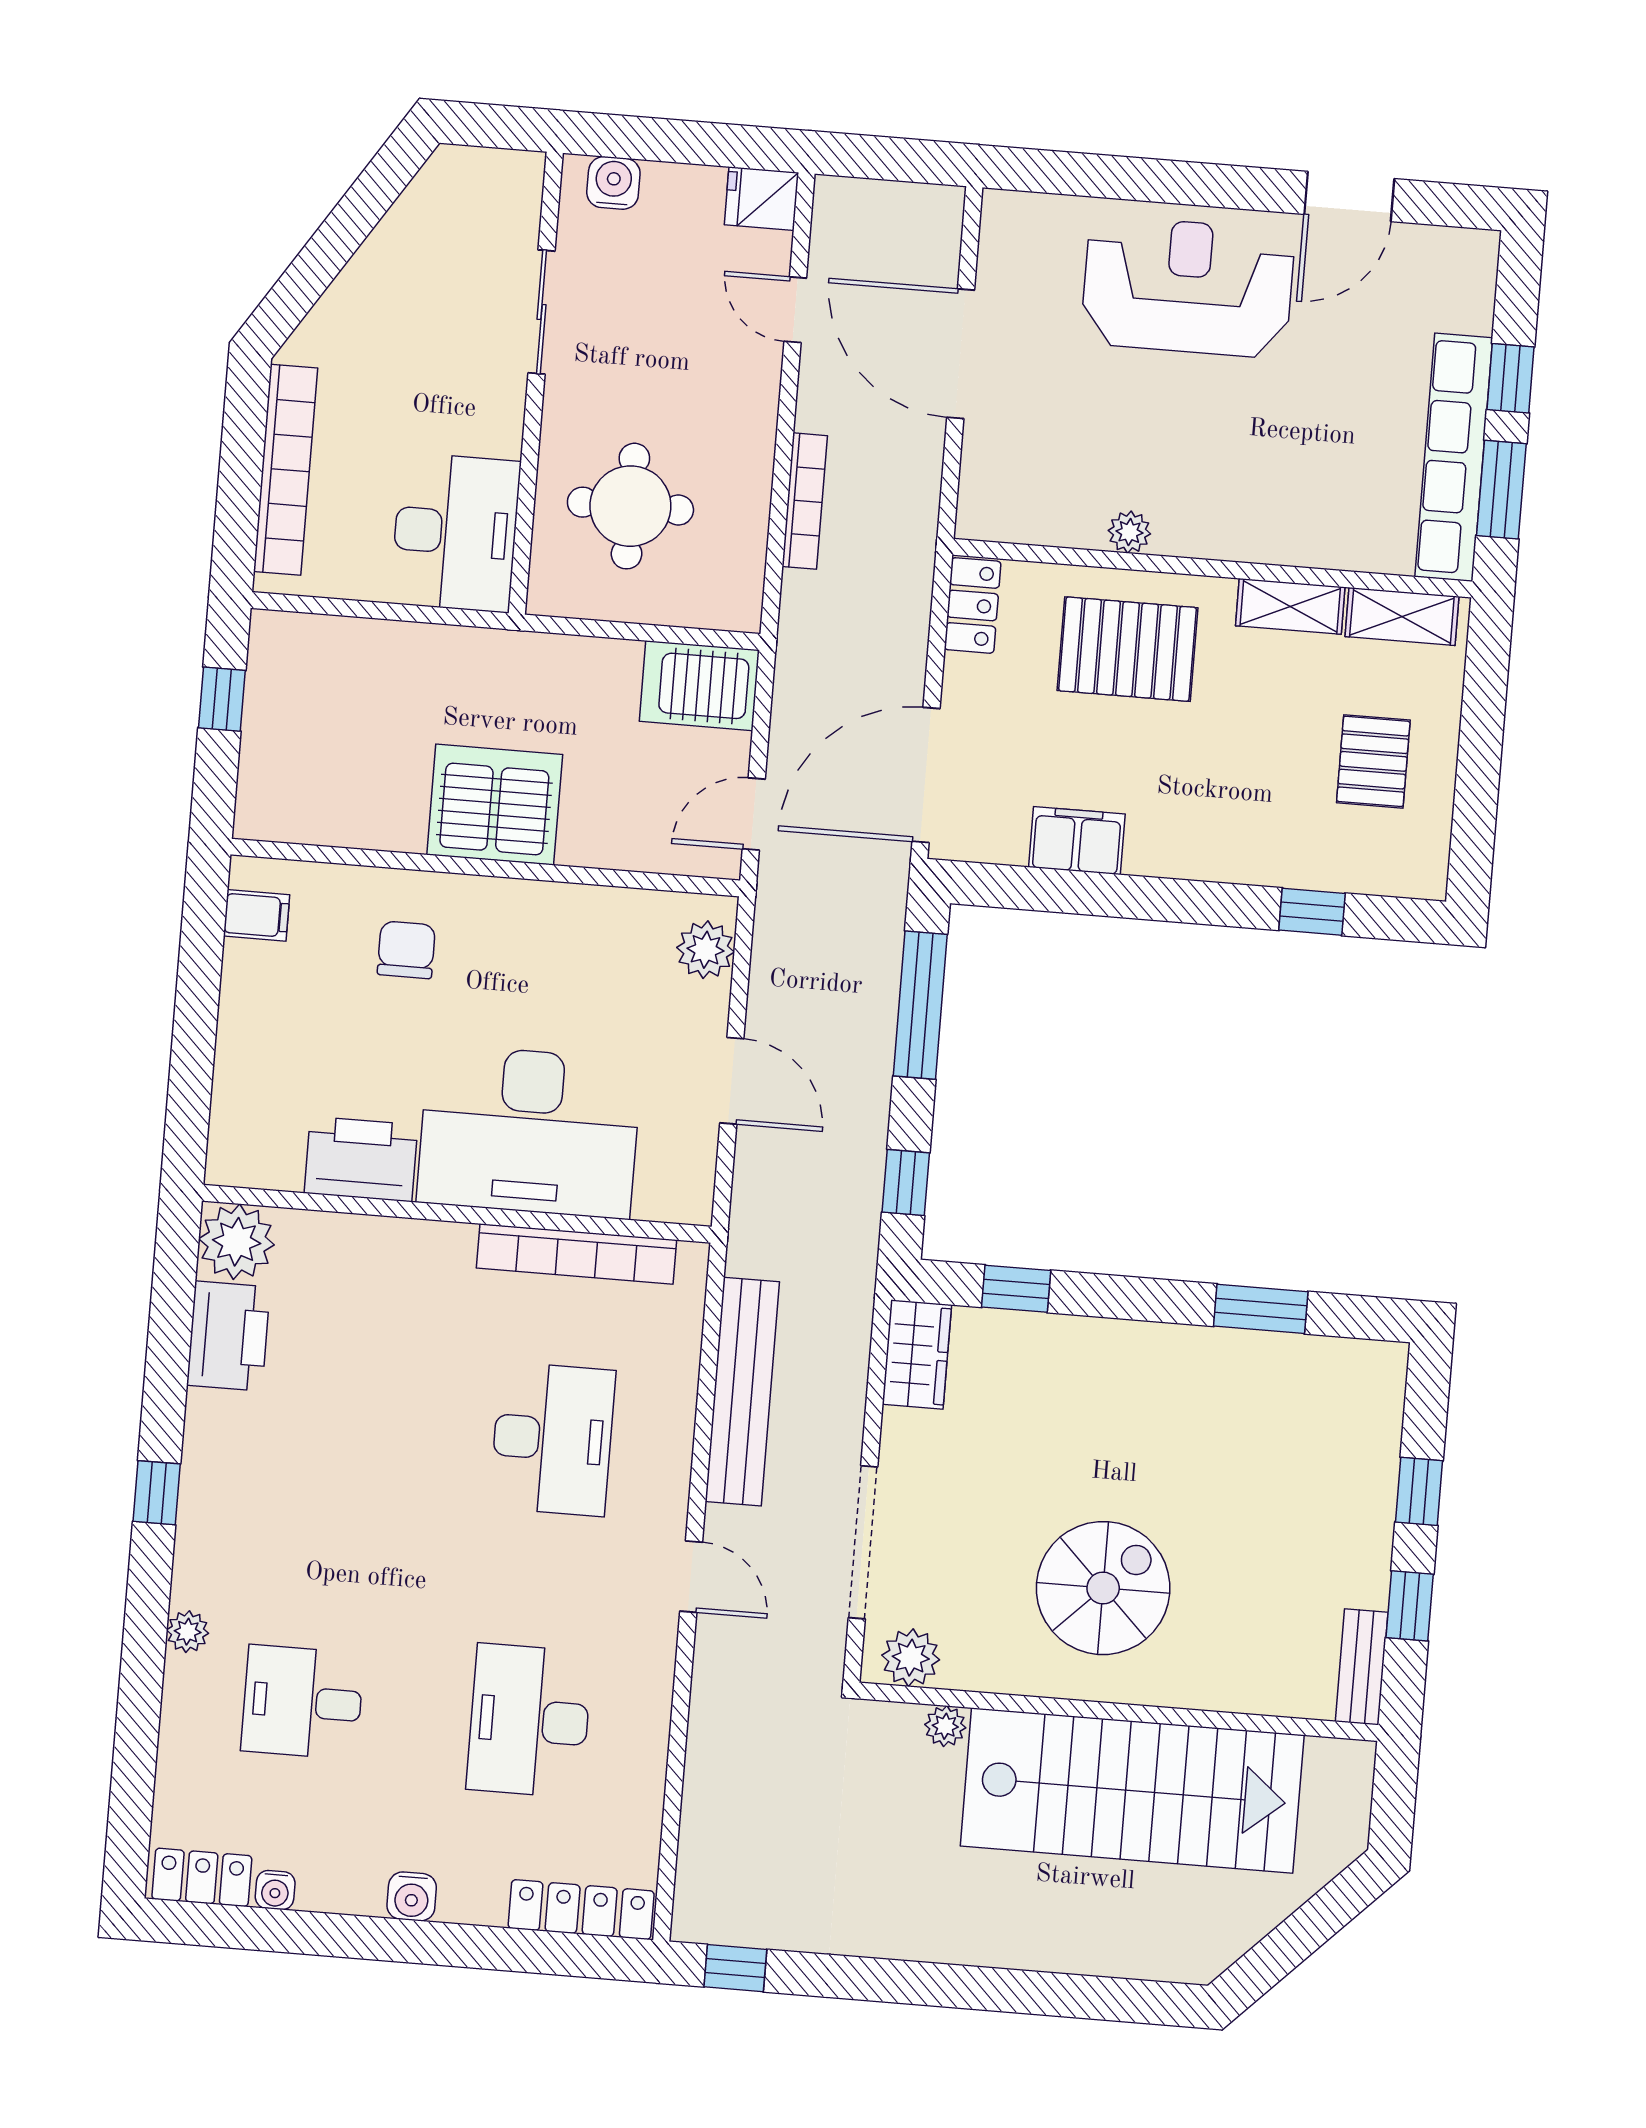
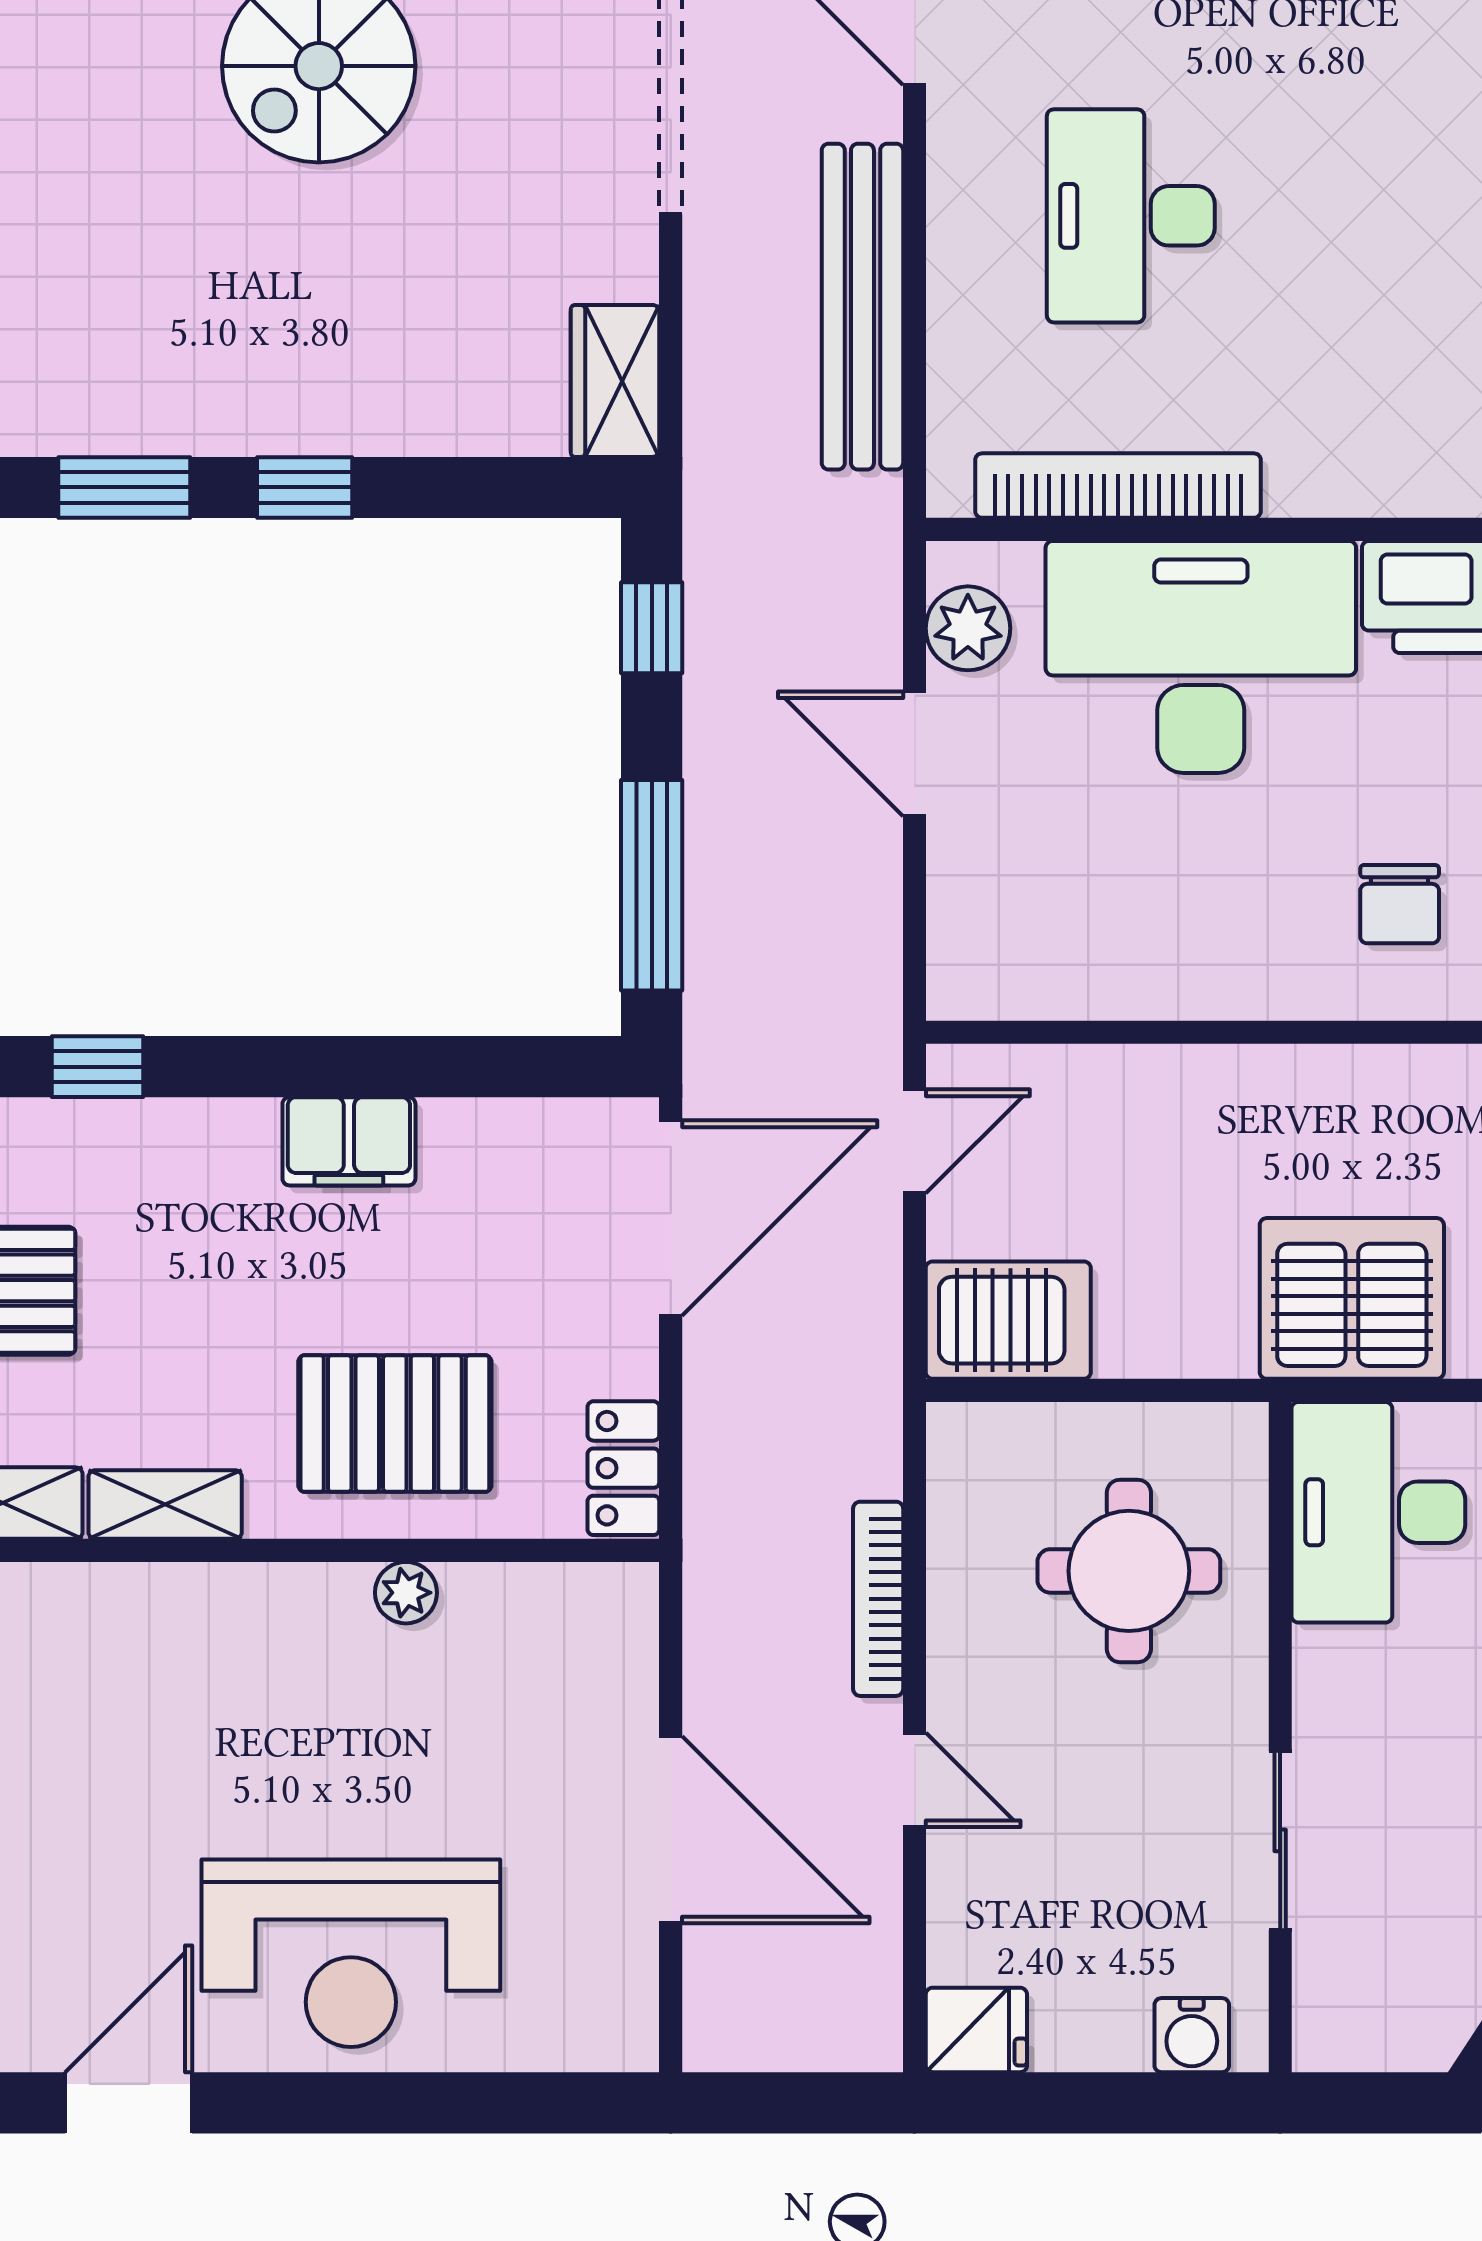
door: (795, 310) -> (914, 1780), moved
server rack: (495, 805) -> (1352, 1298), moved, turned 180
filing cabinet: (1077, 841) -> (349, 1141), moved
plant: (706, 950) -> (968, 628), moved
window: (1016, 1289) -> (305, 487), moved

